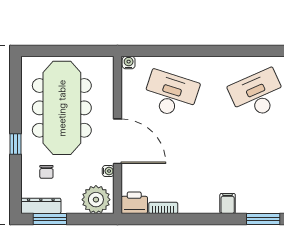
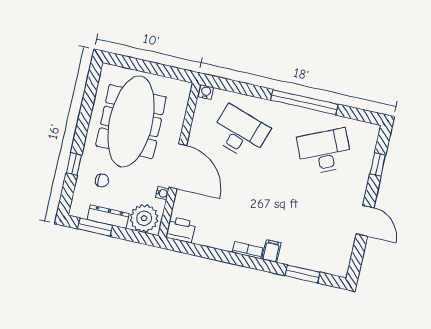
window: (227, 51) -> (304, 102), added
window: (15, 144) -> (74, 164), moved
chair: (46, 172) -> (102, 180), turned -90
dresser: (41, 206) -> (108, 217), moved
bookcase: (163, 208) -> (248, 250), moved

